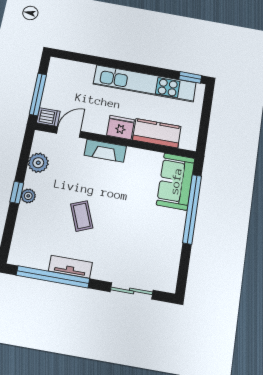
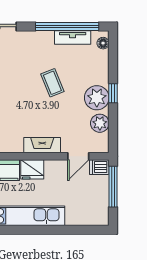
plant: (28, 196) -> (97, 98), width x1.88, depth x1.88
floor lamp: (16, 251) -> (103, 43), added
tv unit: (70, 267) -> (73, 38), moved

